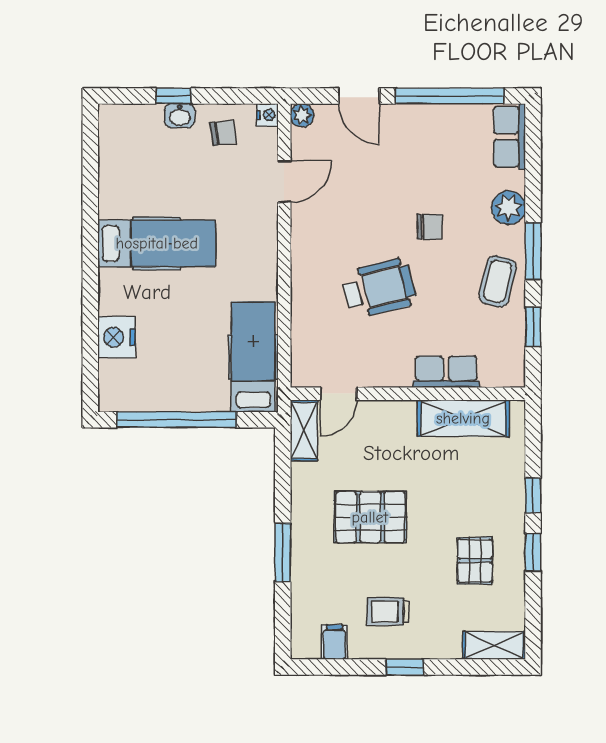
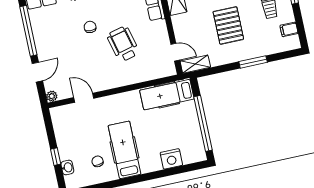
nightstand: (267, 115) -> (55, 112), removed
washbasin: (180, 116) -> (67, 168), moved
chair: (223, 133) -> (98, 161), moved

